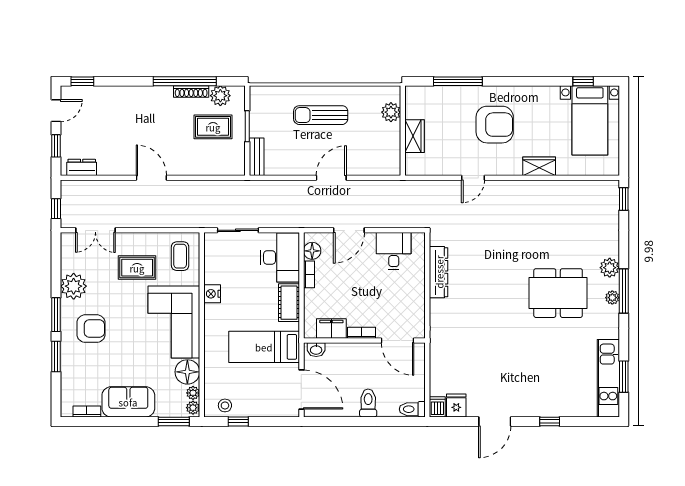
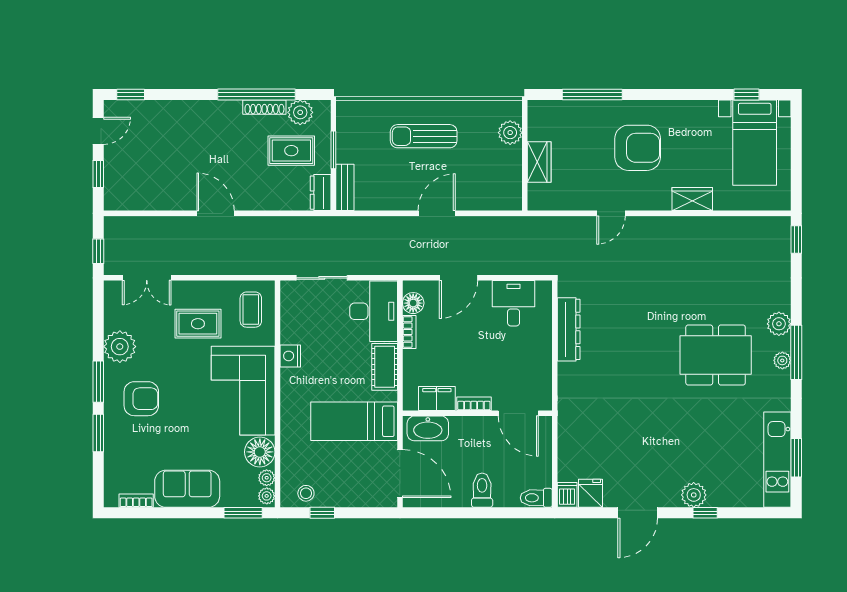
dresser: (82, 167) -> (321, 193), moved, turned -90
washbasin: (316, 350) -> (428, 428), width x1.91, depth x1.45
plant: (540, 407) -> (694, 495), added

